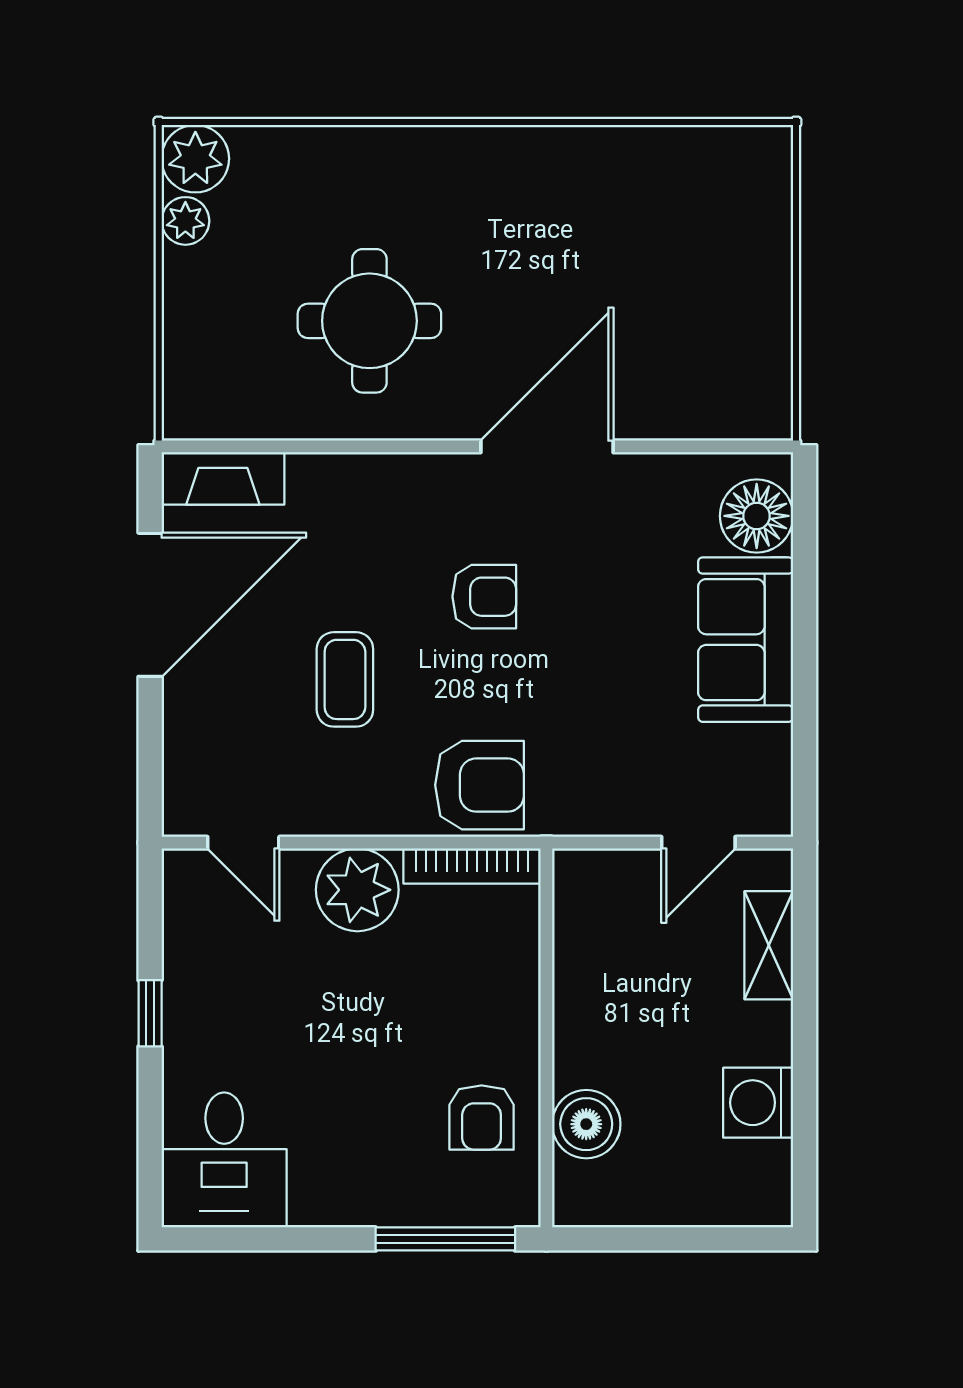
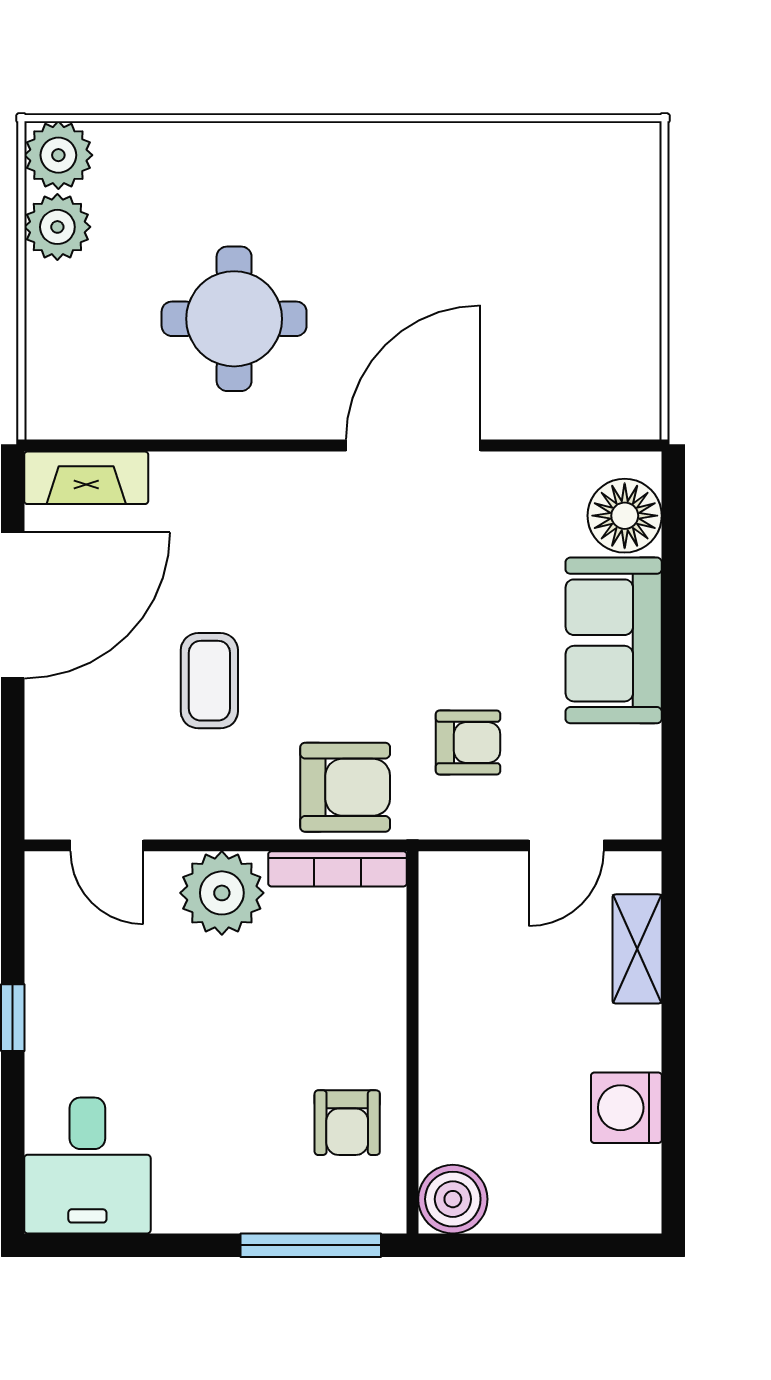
plant: (185, 221) -> (57, 227), width x1.38, depth x1.38
armchair: (484, 597) -> (468, 743), moved
boiler: (586, 1124) -> (453, 1199), moved

